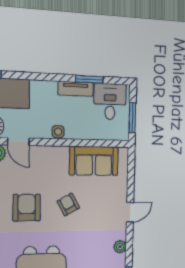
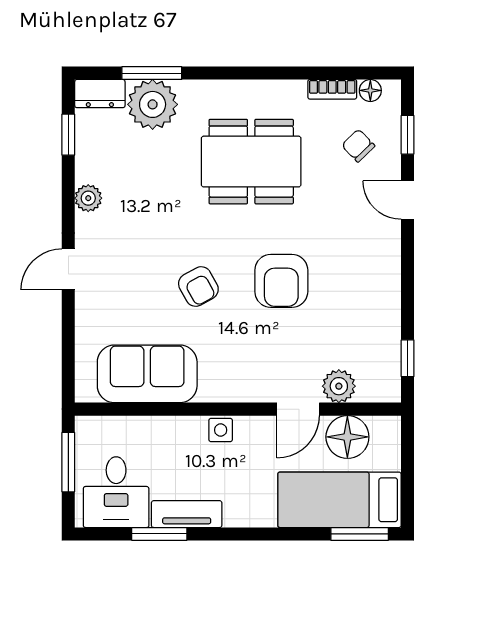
door: (18, 141) -> (298, 409), swing flipped

